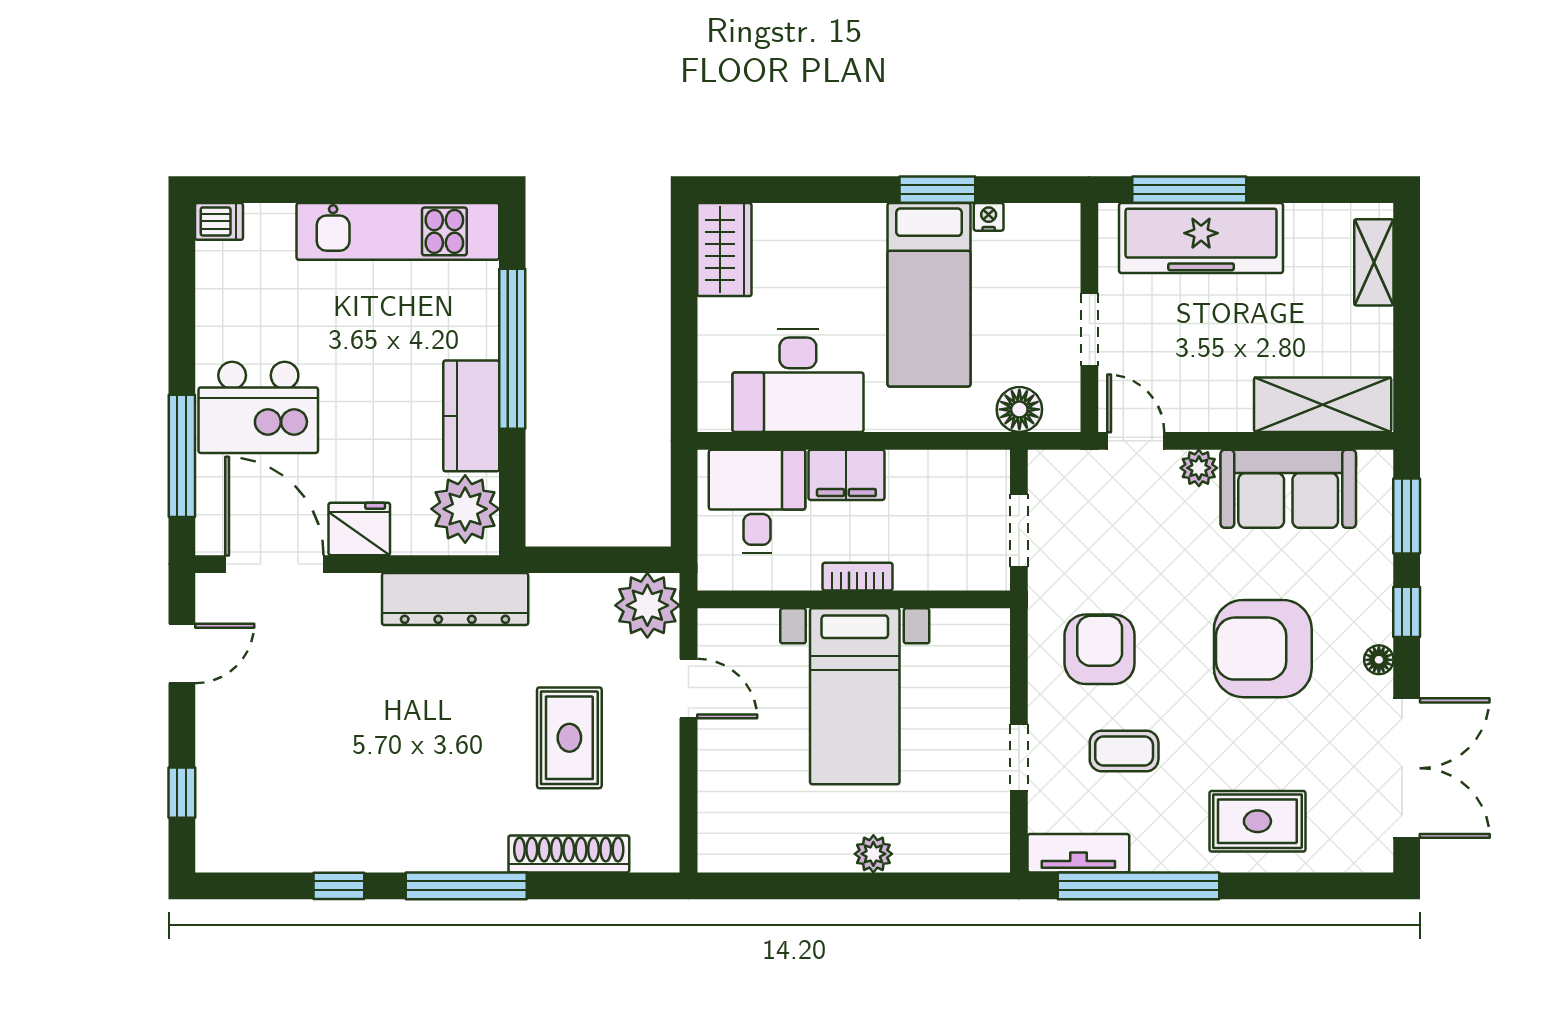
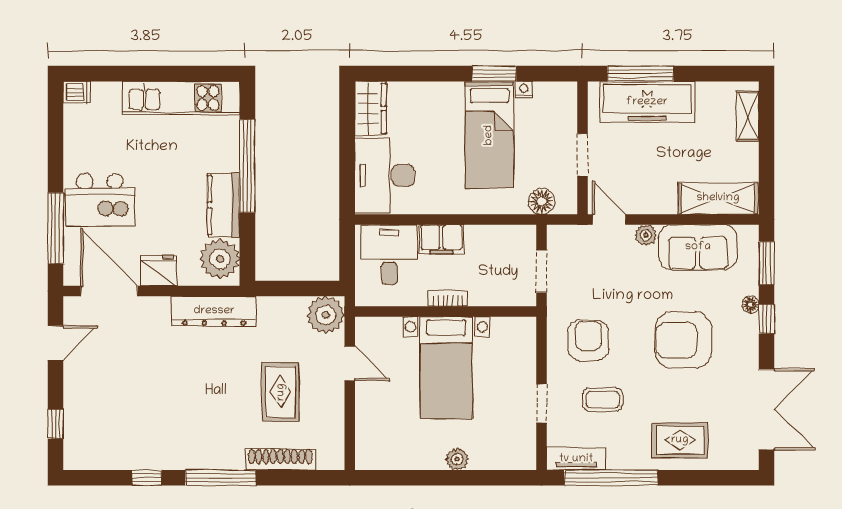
desk: (798, 381) -> (385, 176), moved, turned 90
floor lamp: (1379, 660) -> (750, 305), moved

